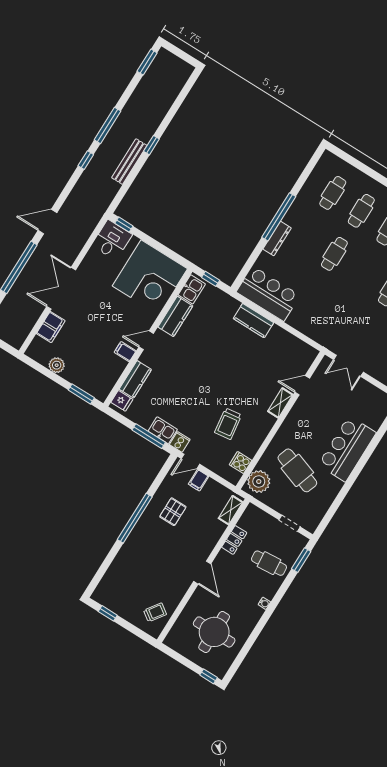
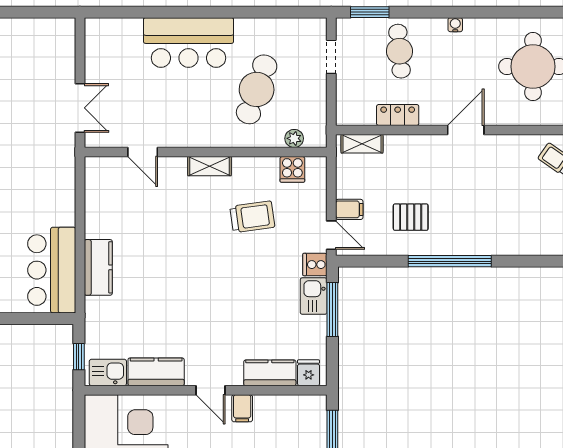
shelving: (280, 403) -> (209, 166), moved
plant: (259, 482) -> (294, 138), width x0.53, depth x0.53

